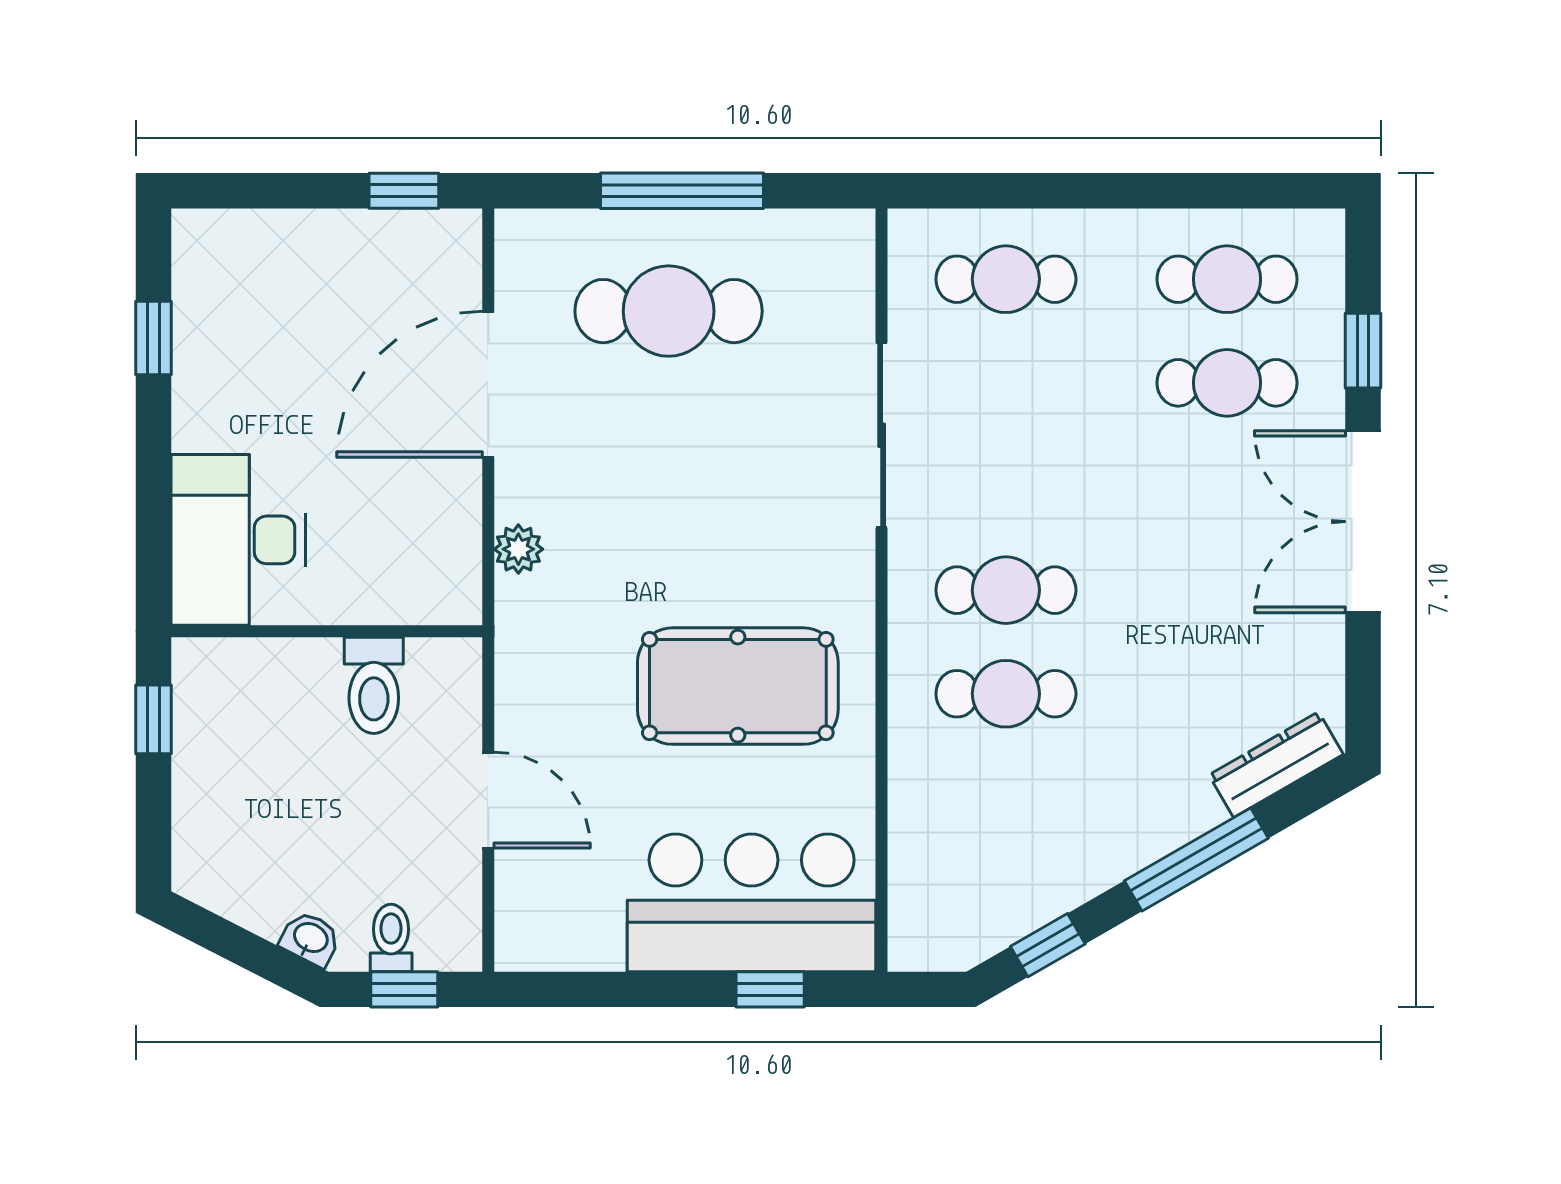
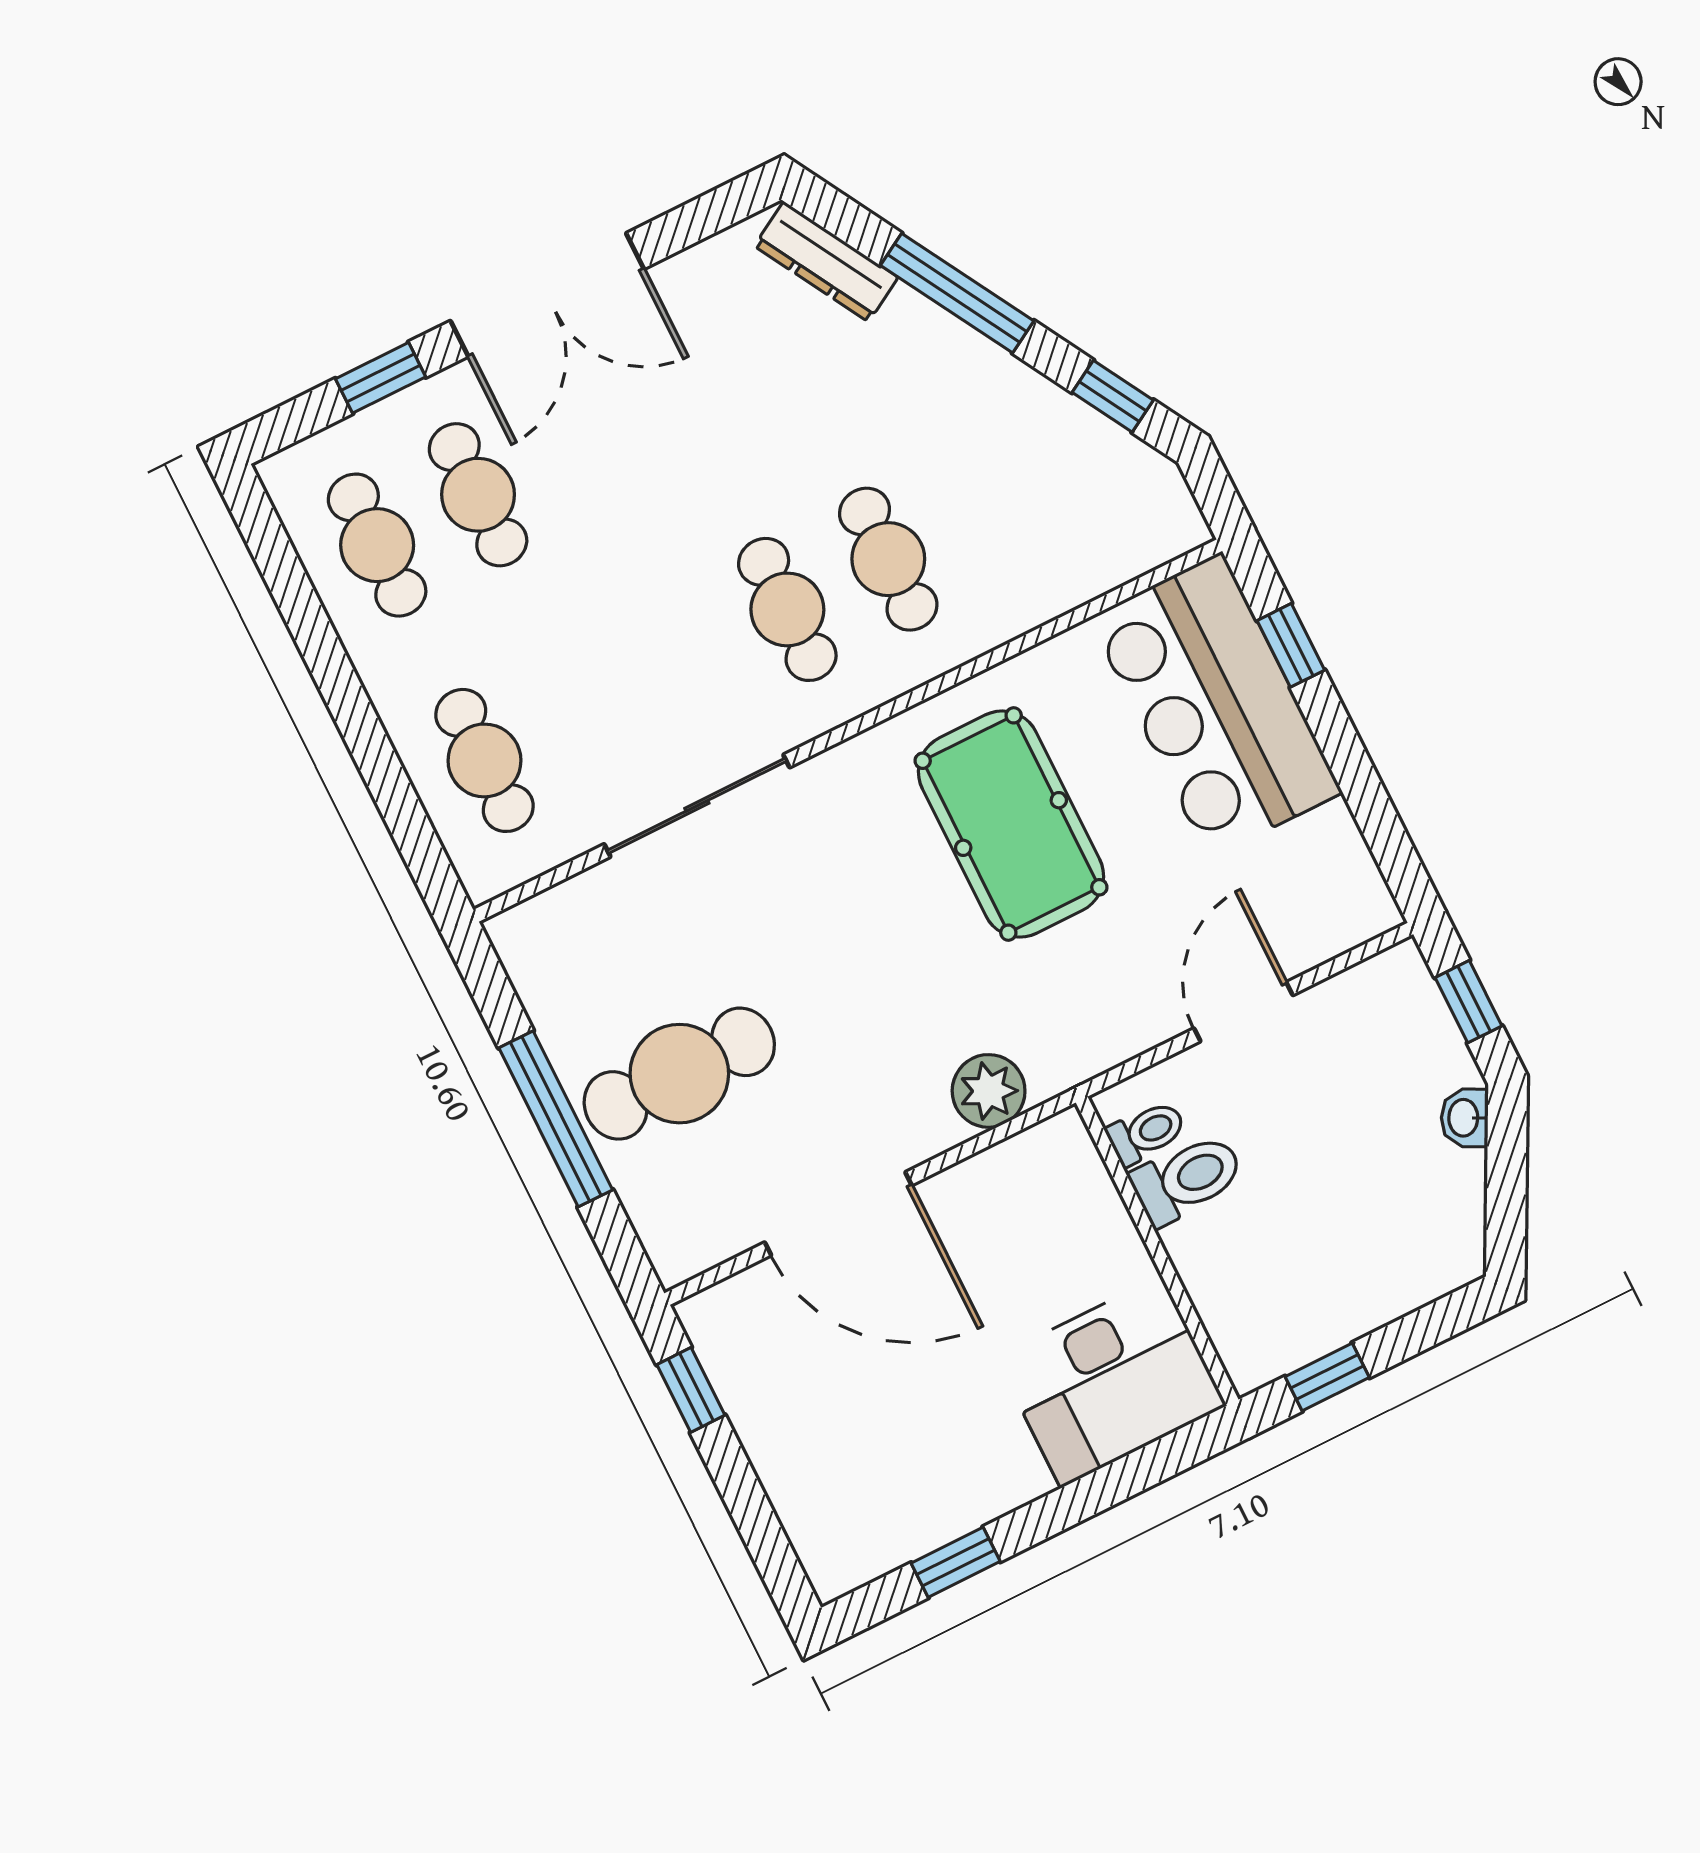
cafe table: (669, 311) -> (679, 1074), turned 90
plant: (518, 549) -> (989, 1091), width x1.38, depth x1.38
toilet: (391, 938) -> (1146, 1133), moved, turned 180

